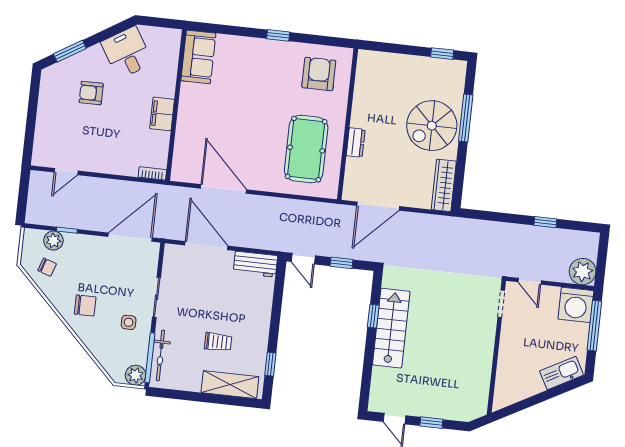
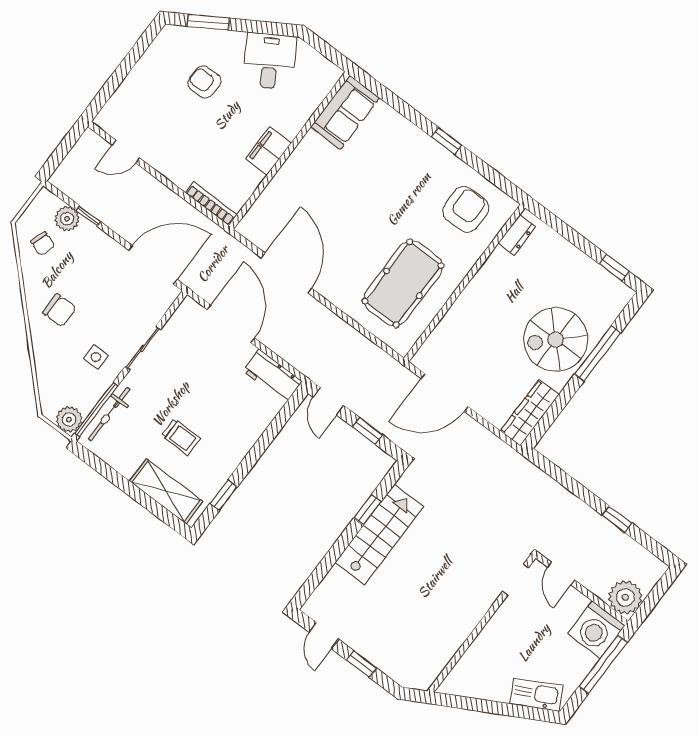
dresser: (356, 143) -> (517, 235), moved
bookcase: (152, 173) -> (211, 204), width x1.56

